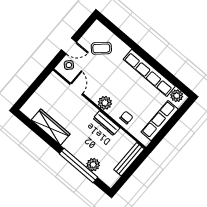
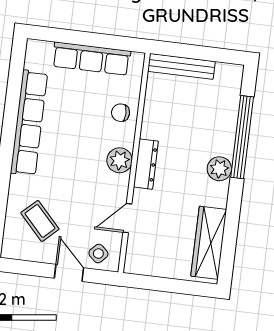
plant: (177, 96) -> (36, 58), removed
dresser: (106, 123) -> (146, 164), moved
wardrobe: (51, 127) -> (209, 243), moved
plant: (93, 165) -> (219, 169), moved

